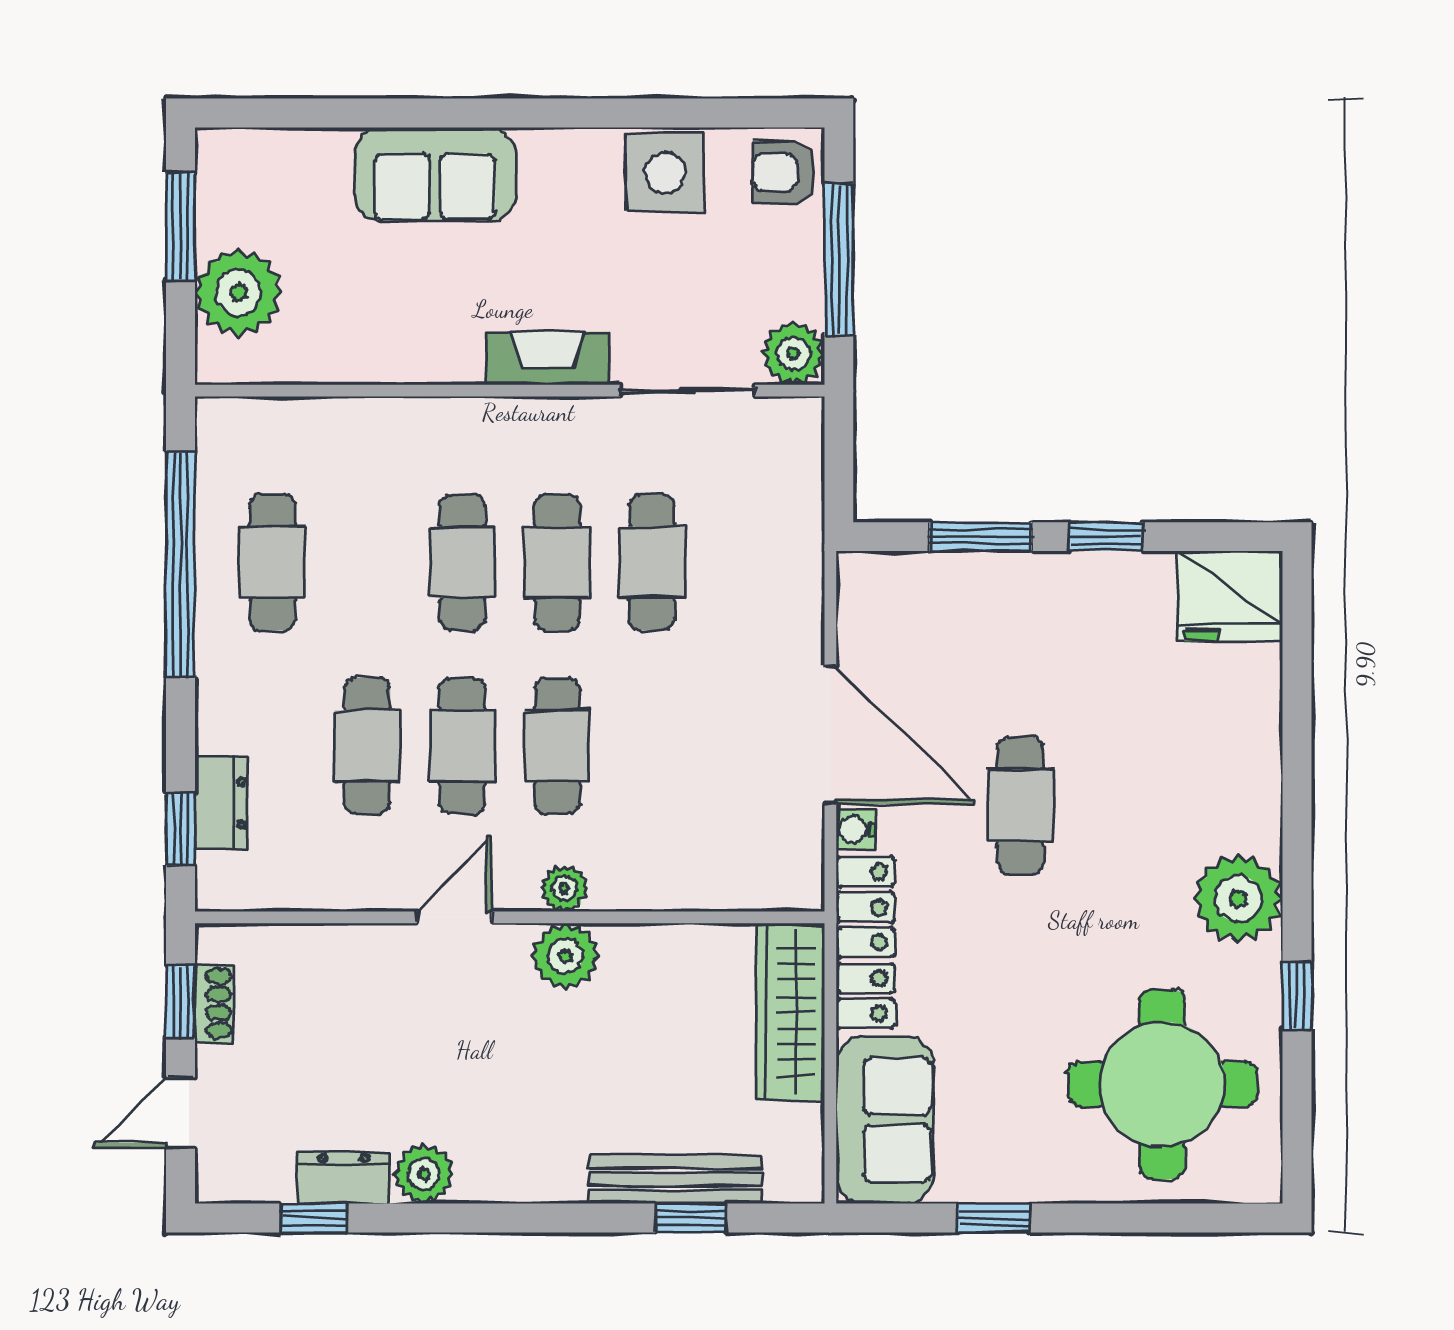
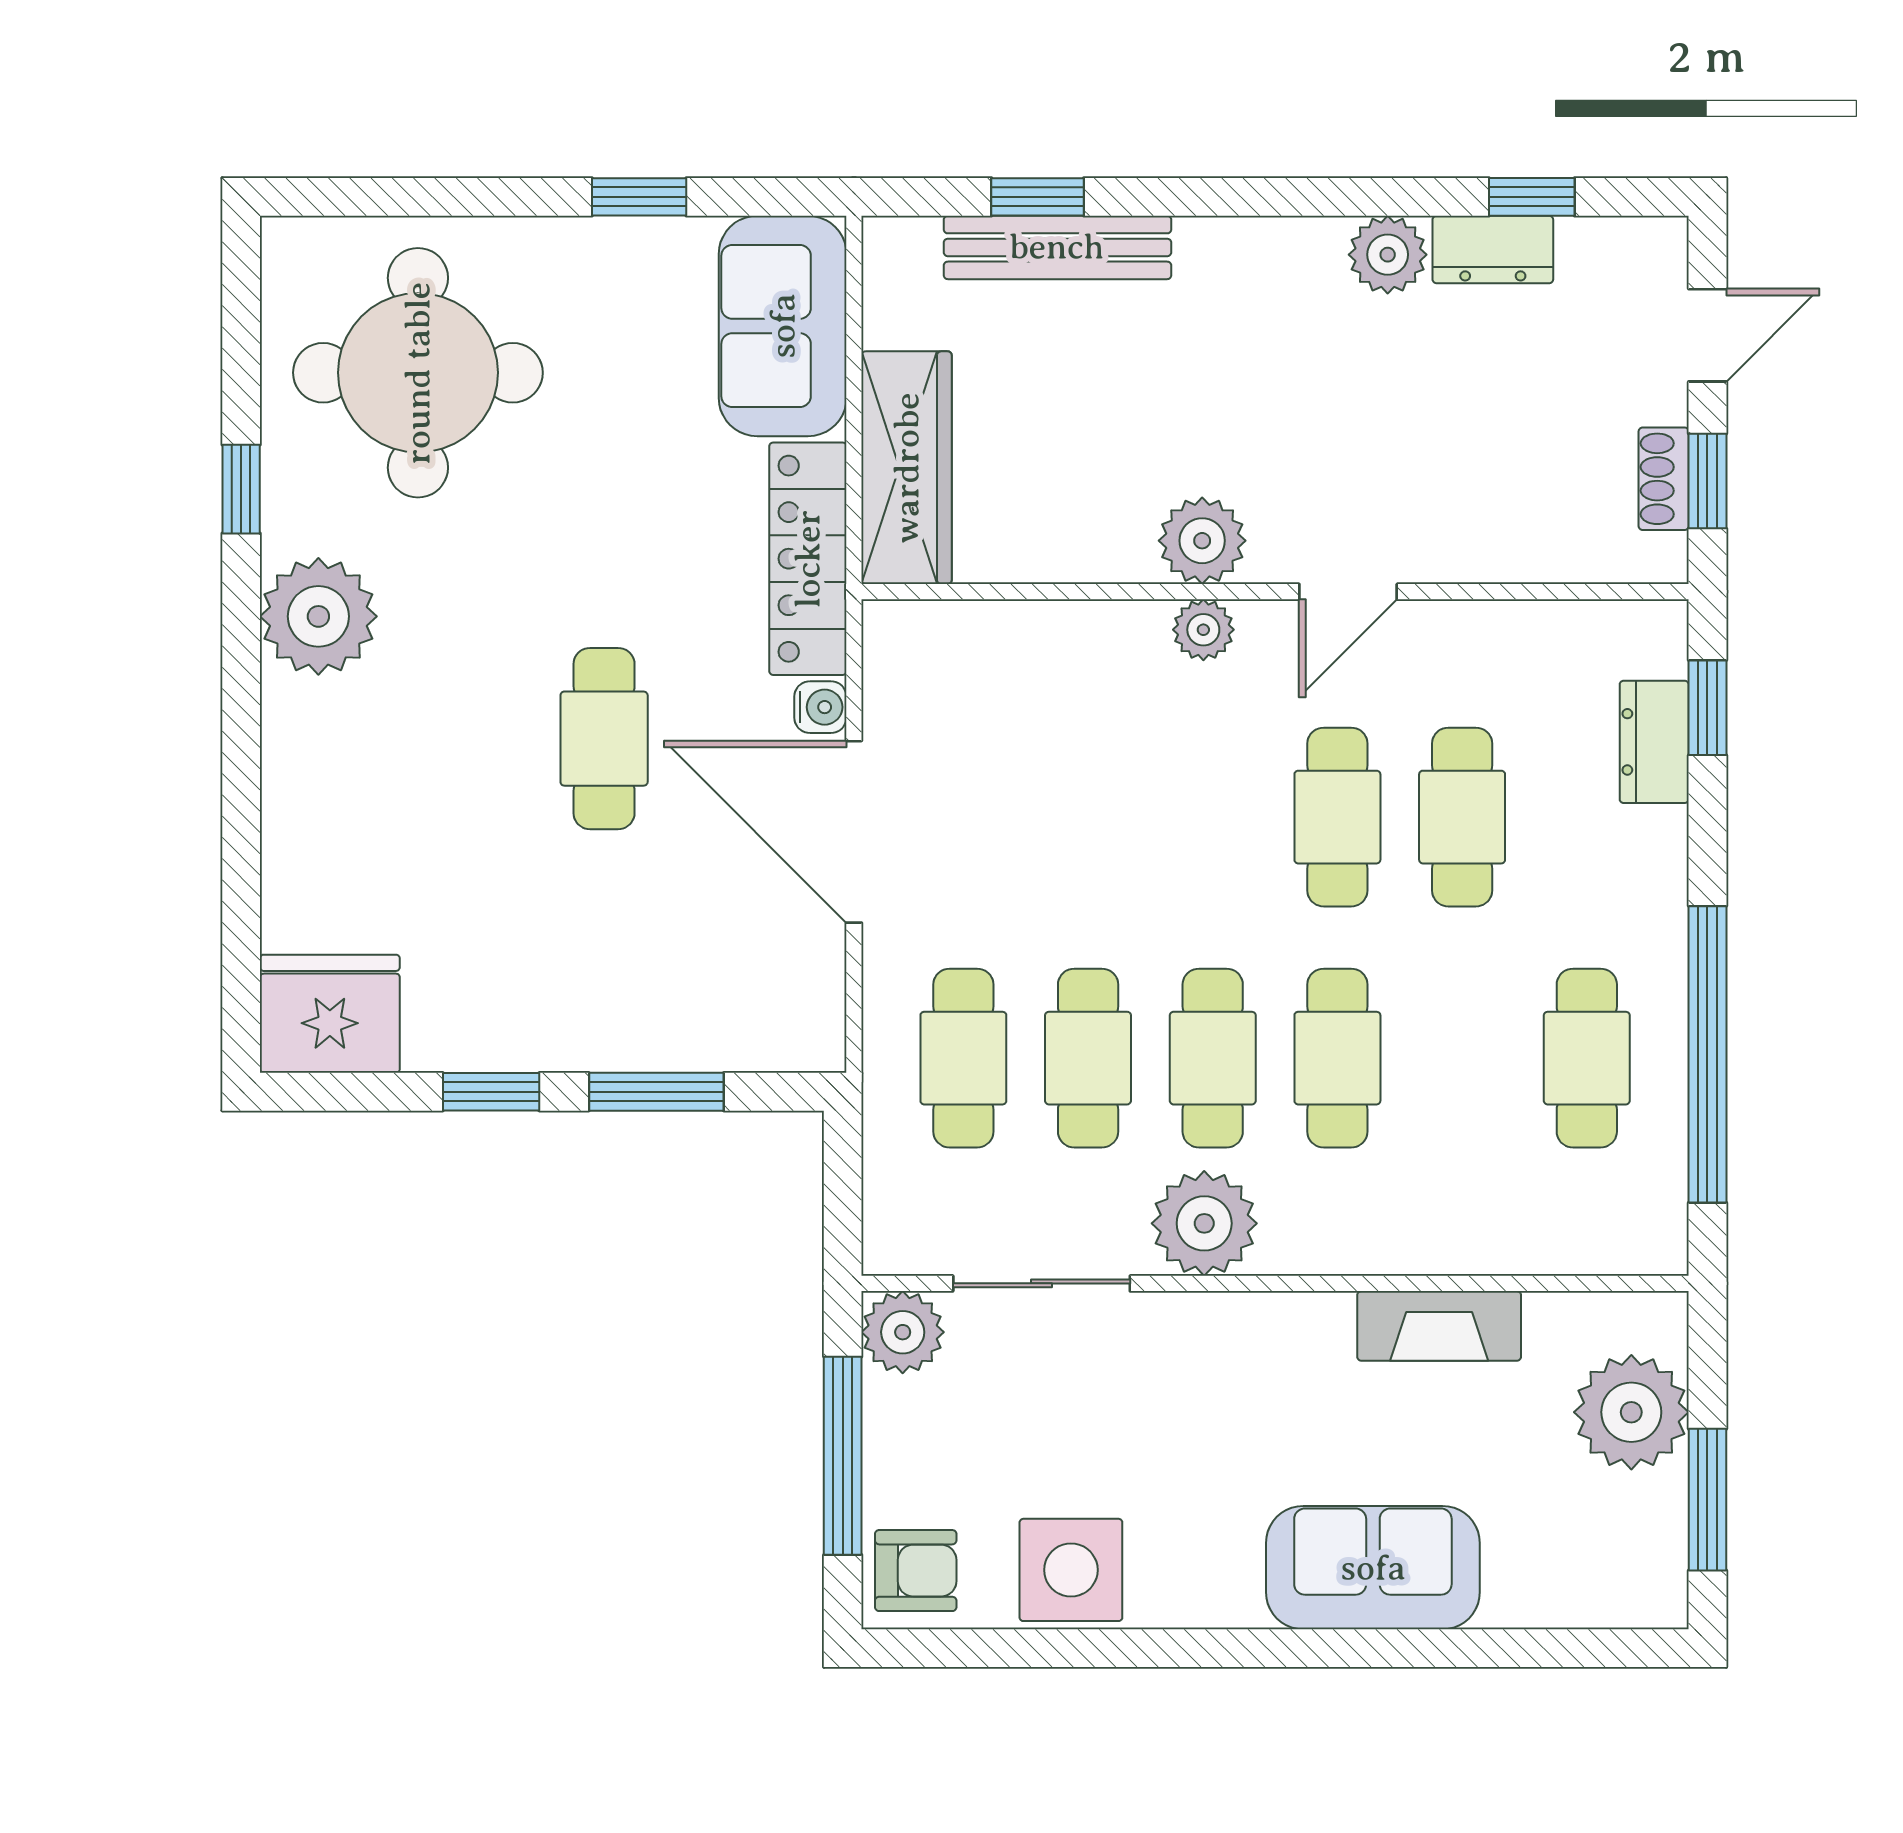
fireplace: (548, 358) -> (1439, 1326), moved
plant: (564, 436) -> (1204, 1223), added
cafe table: (557, 746) -> (963, 1058), moved

